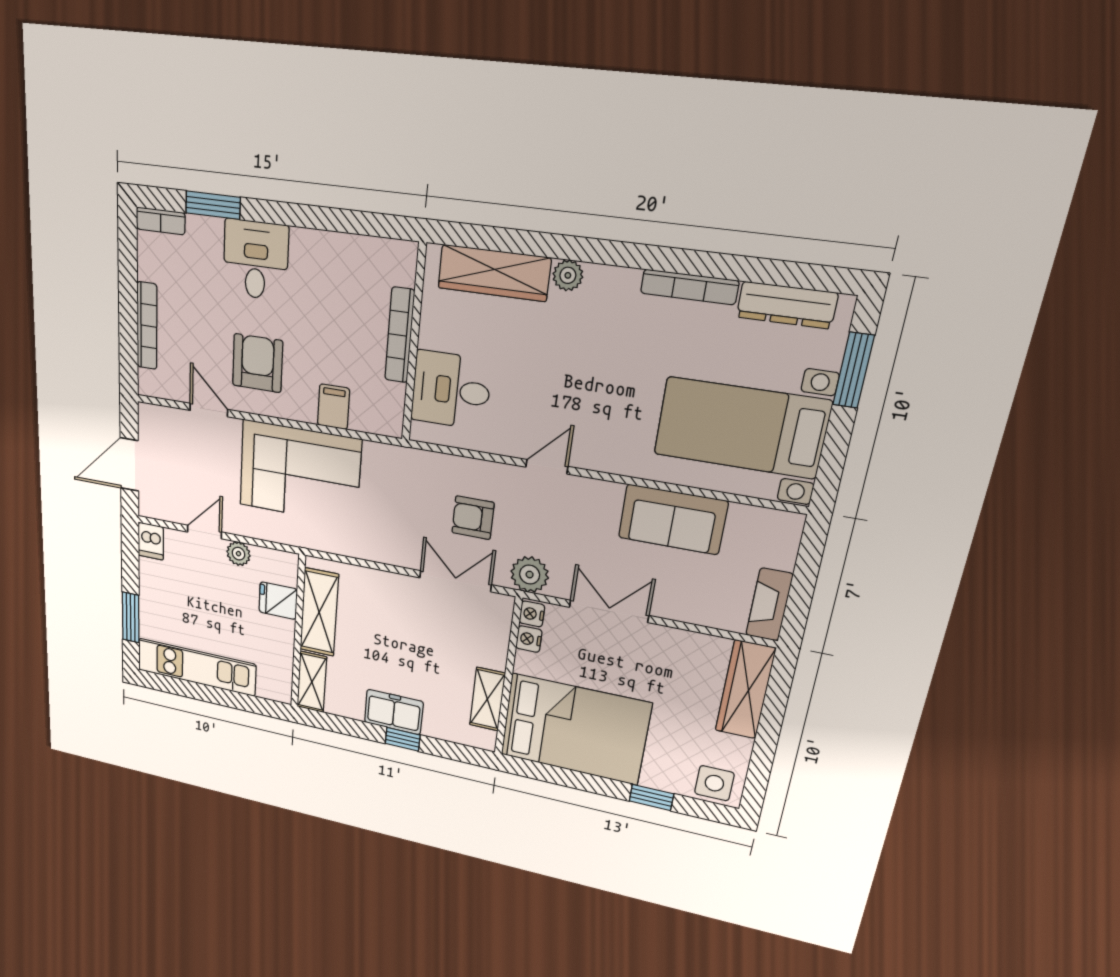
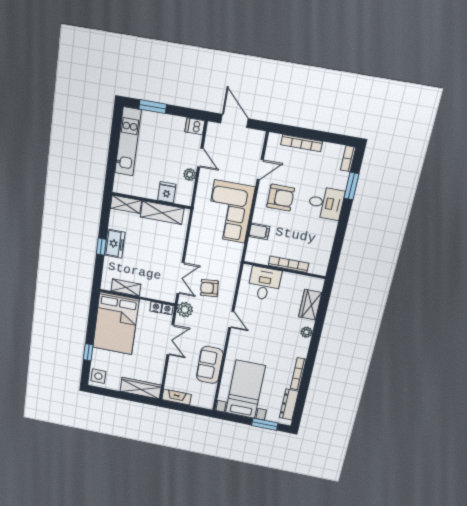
wardrobe: (494, 273) -> (310, 305), width x0.67
armchair: (473, 518) -> (209, 288), turned -96

